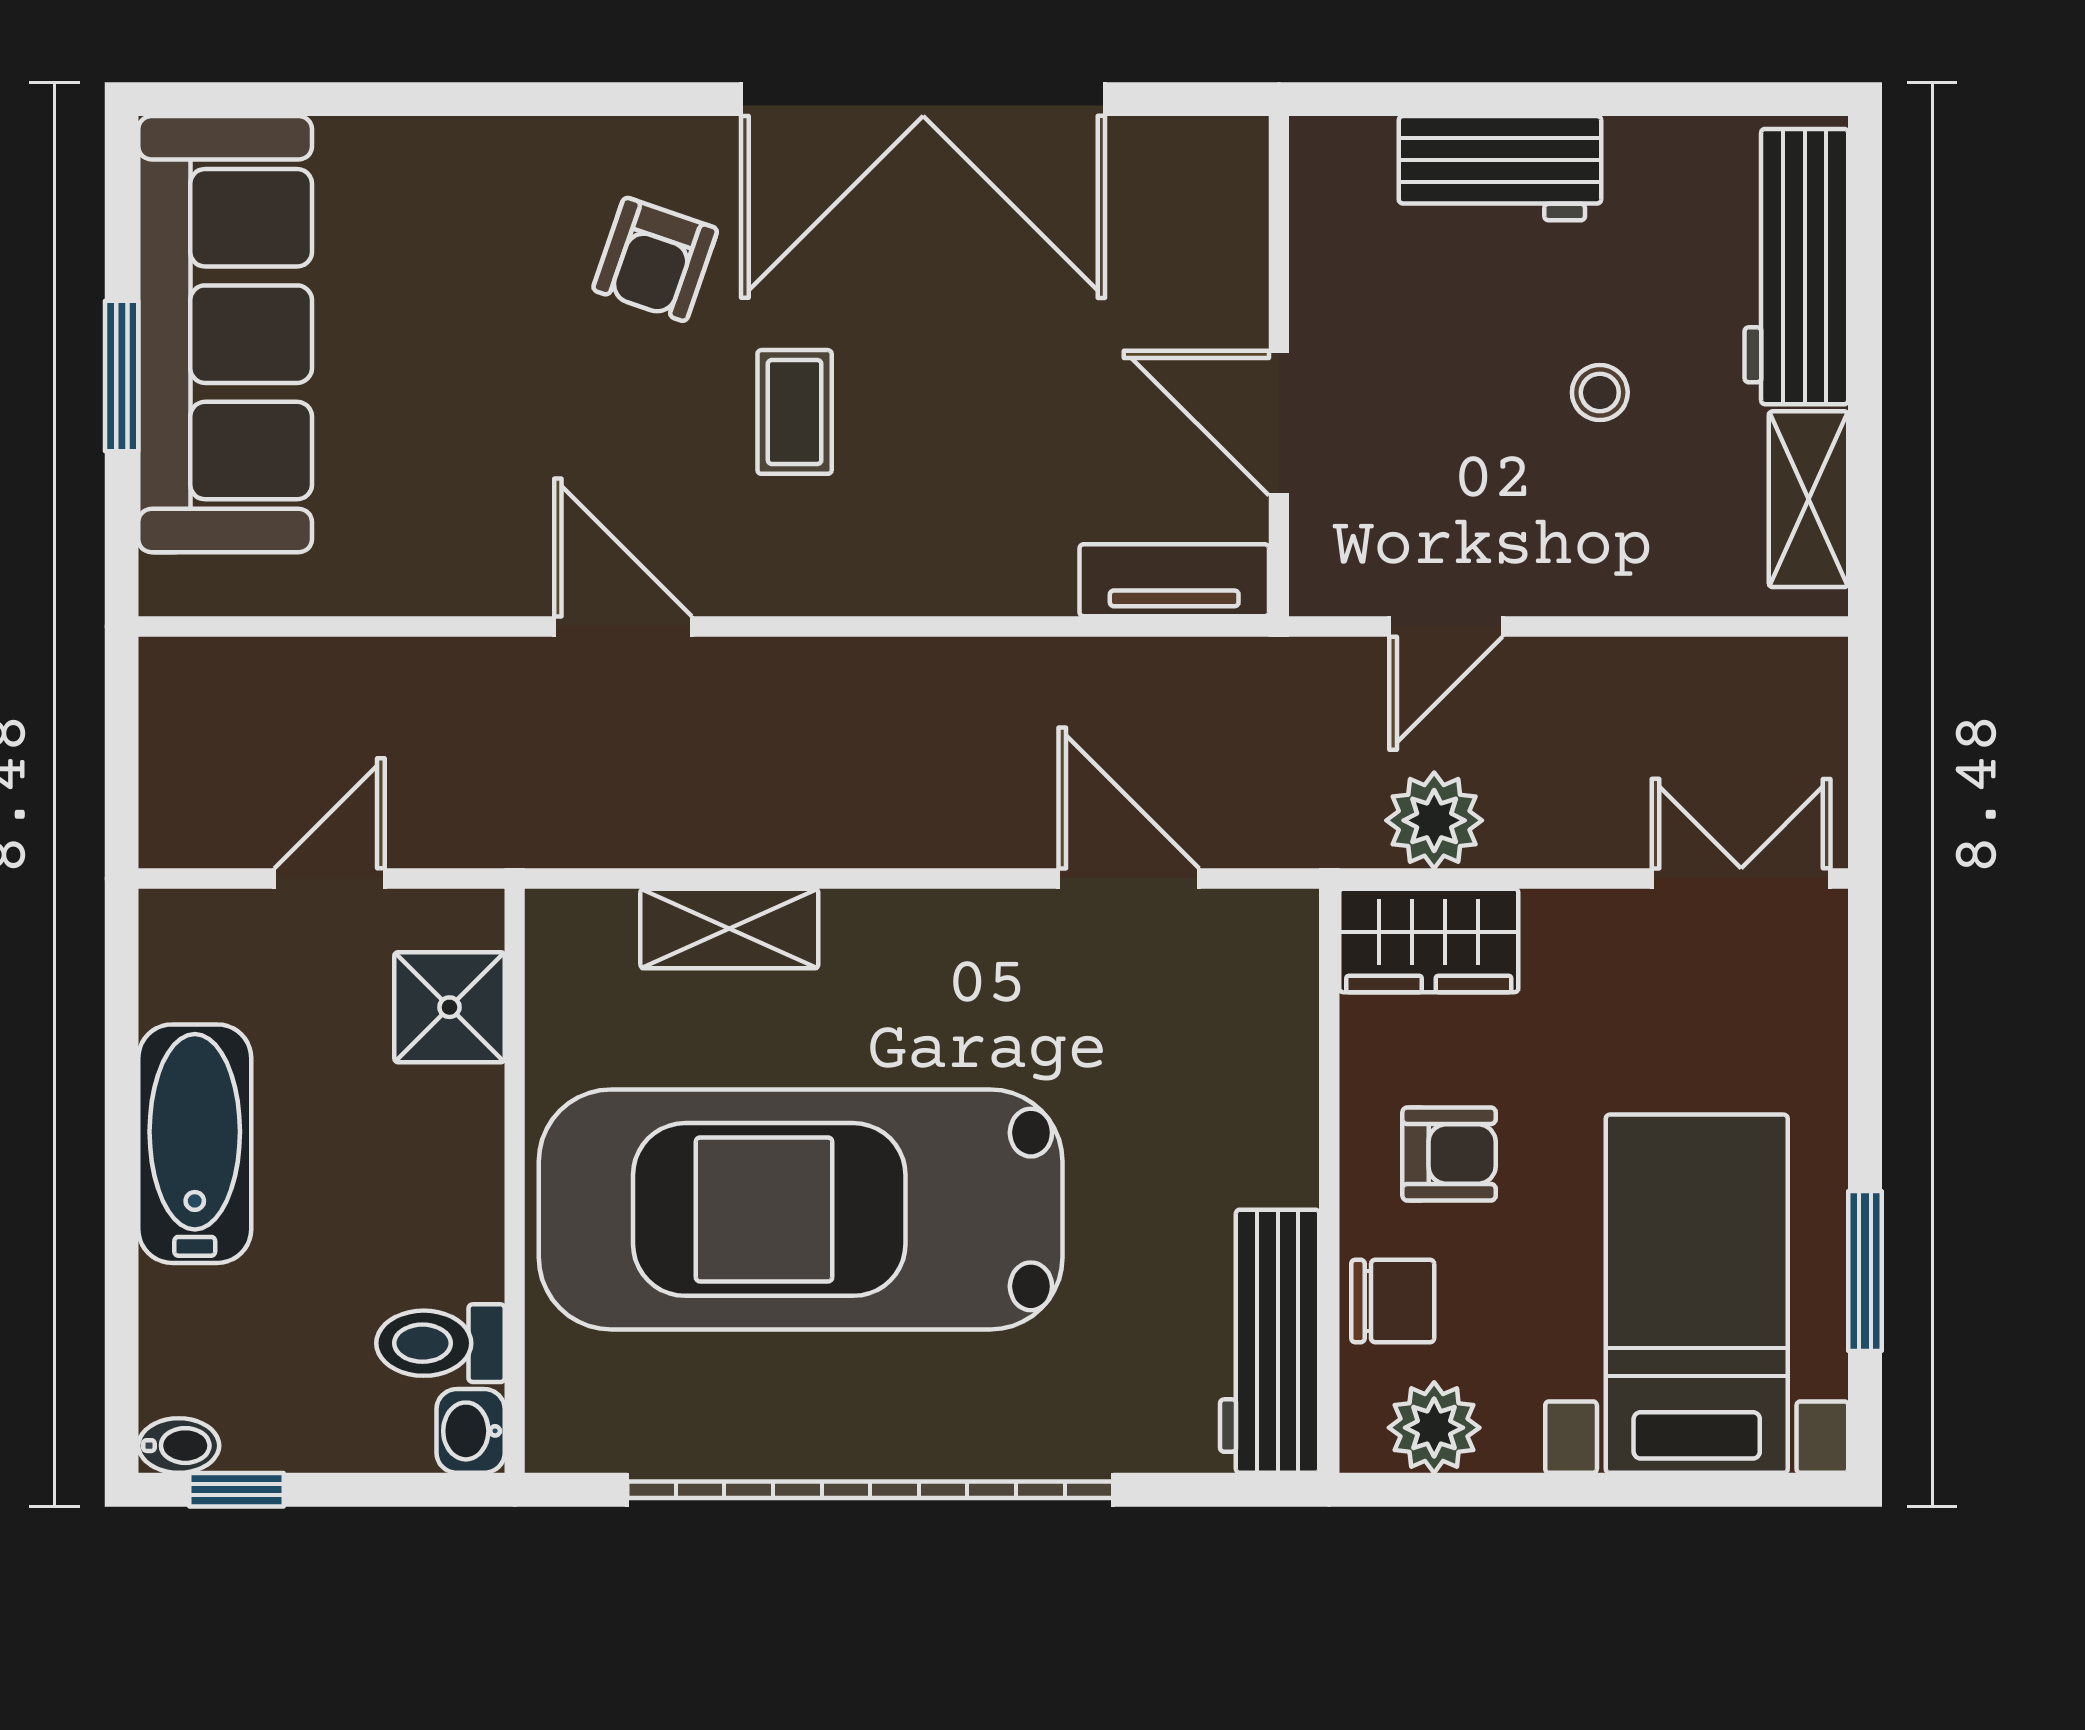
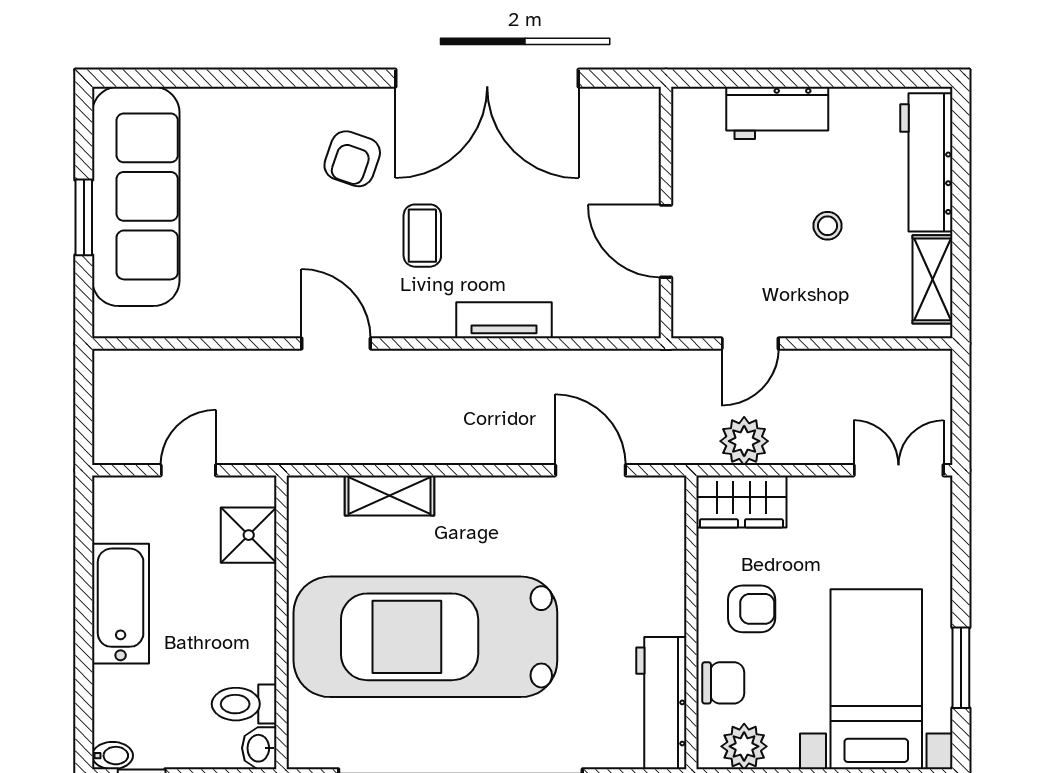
tv unit: (1174, 580) -> (504, 320), moved

